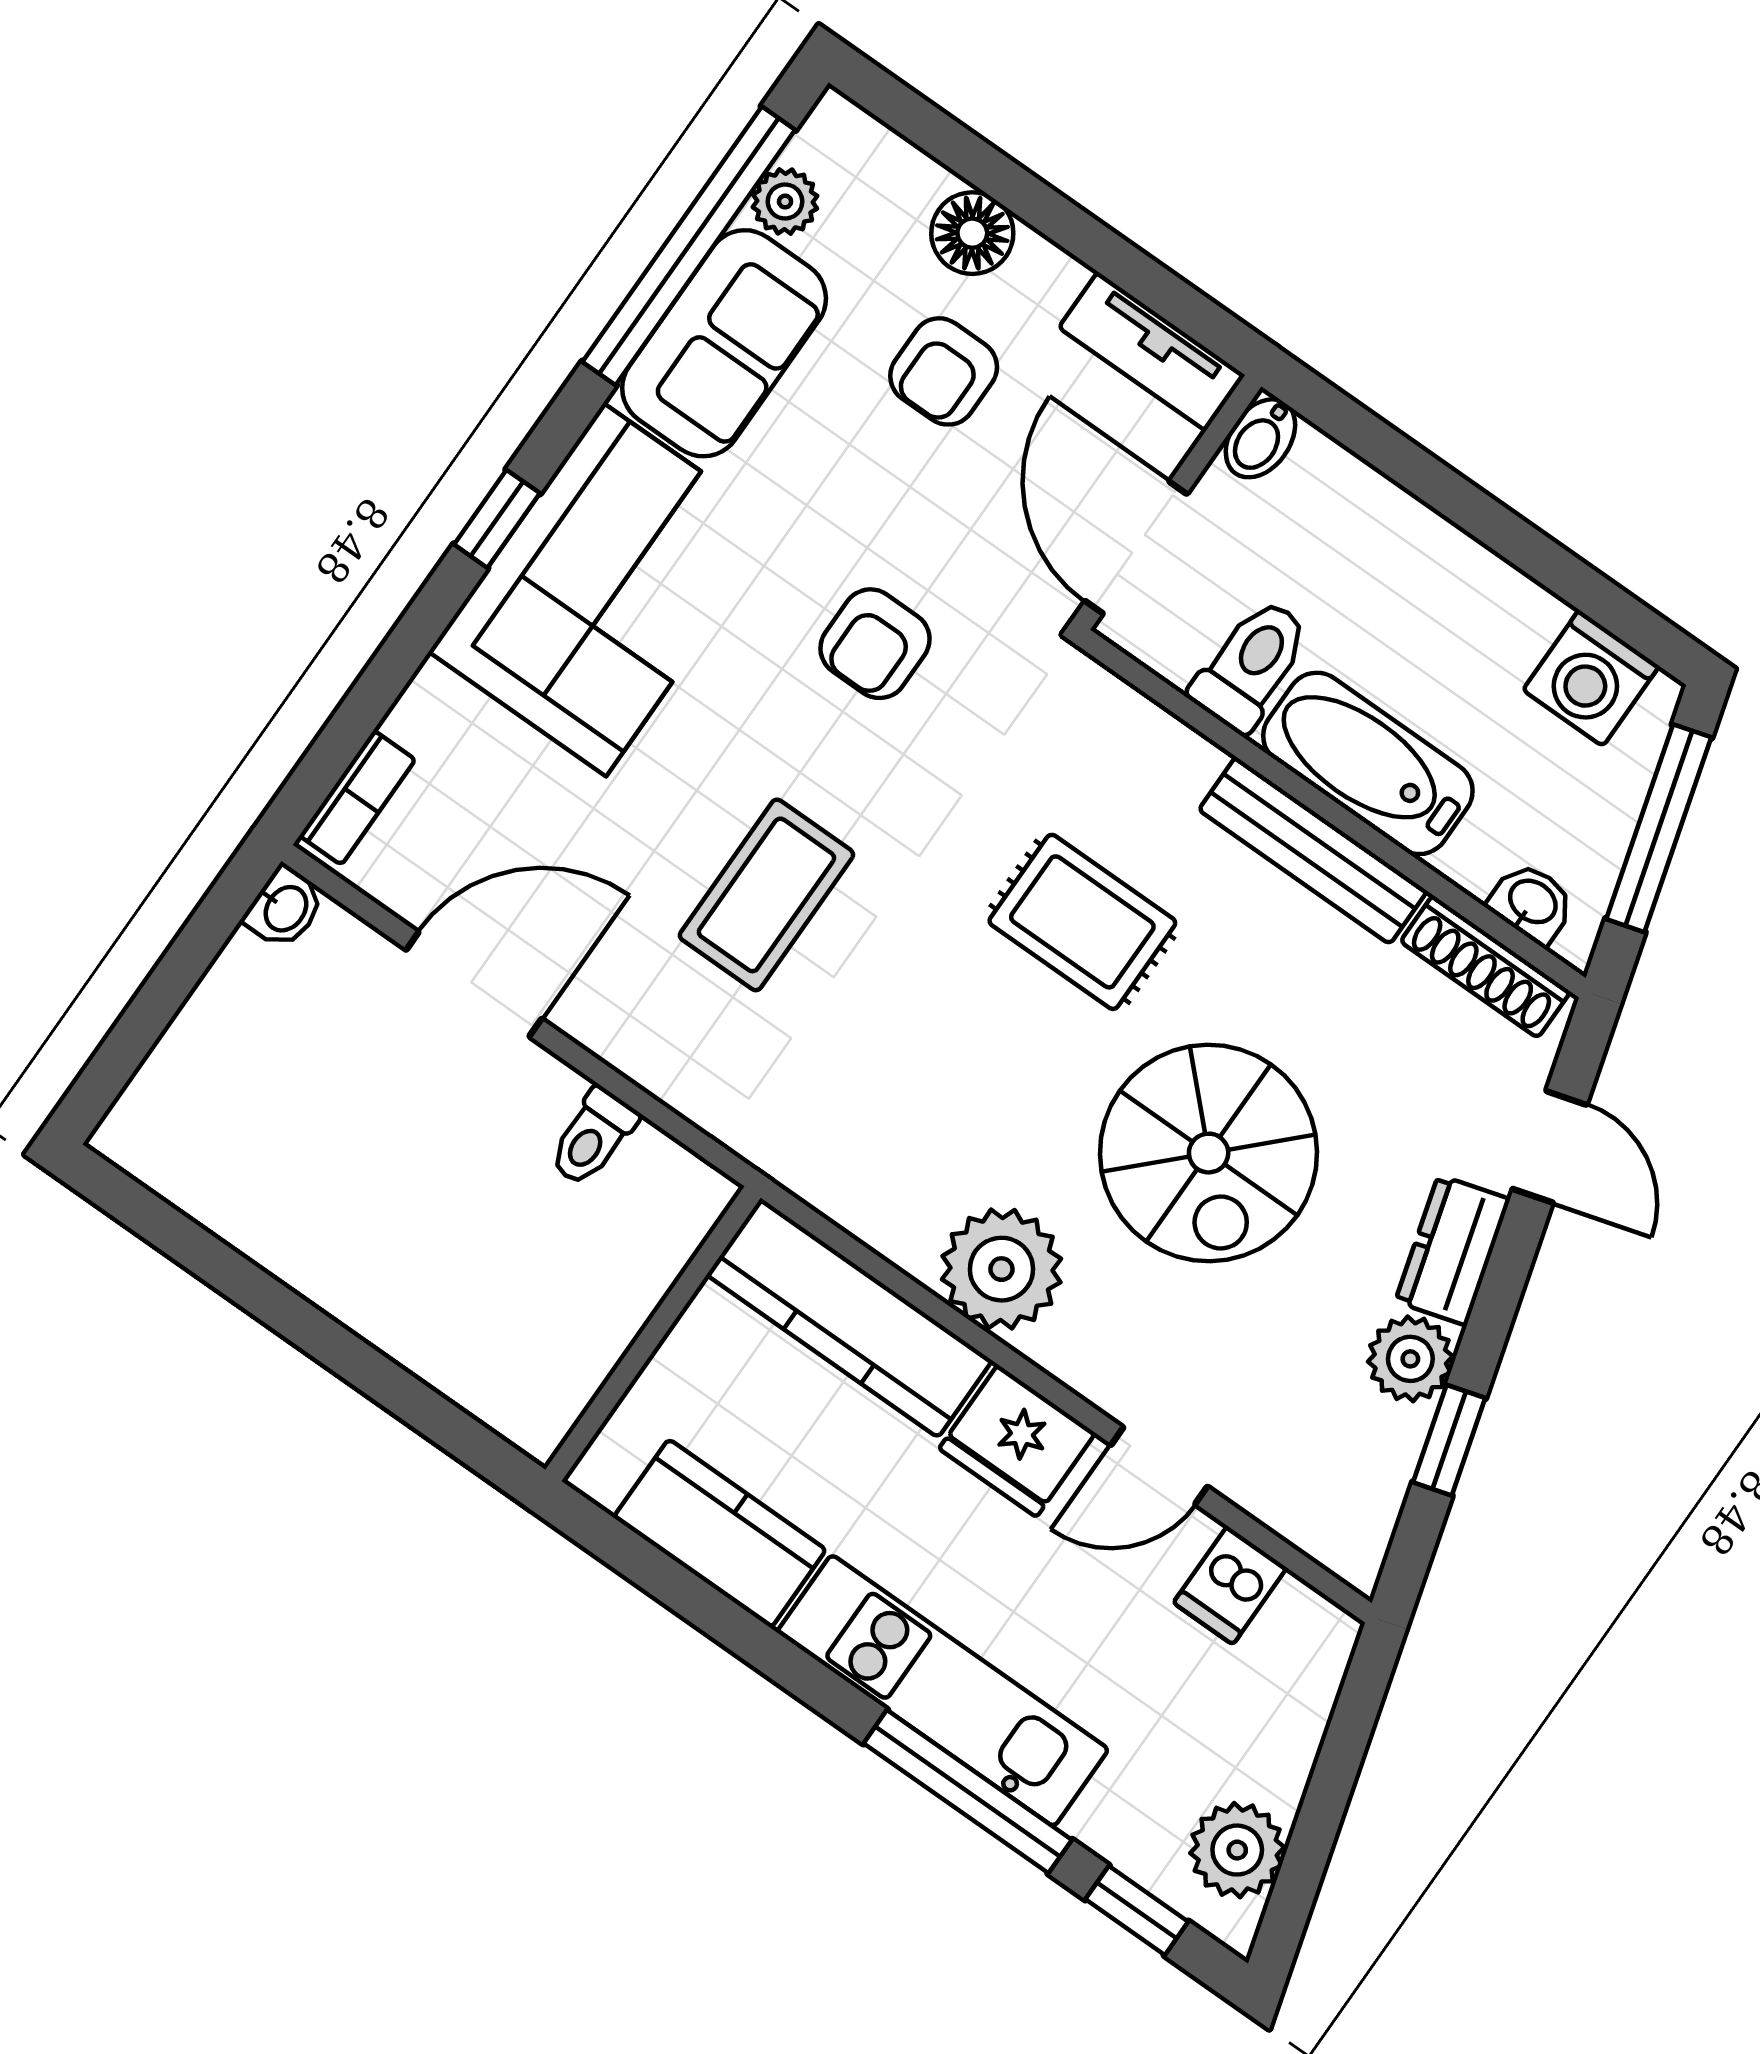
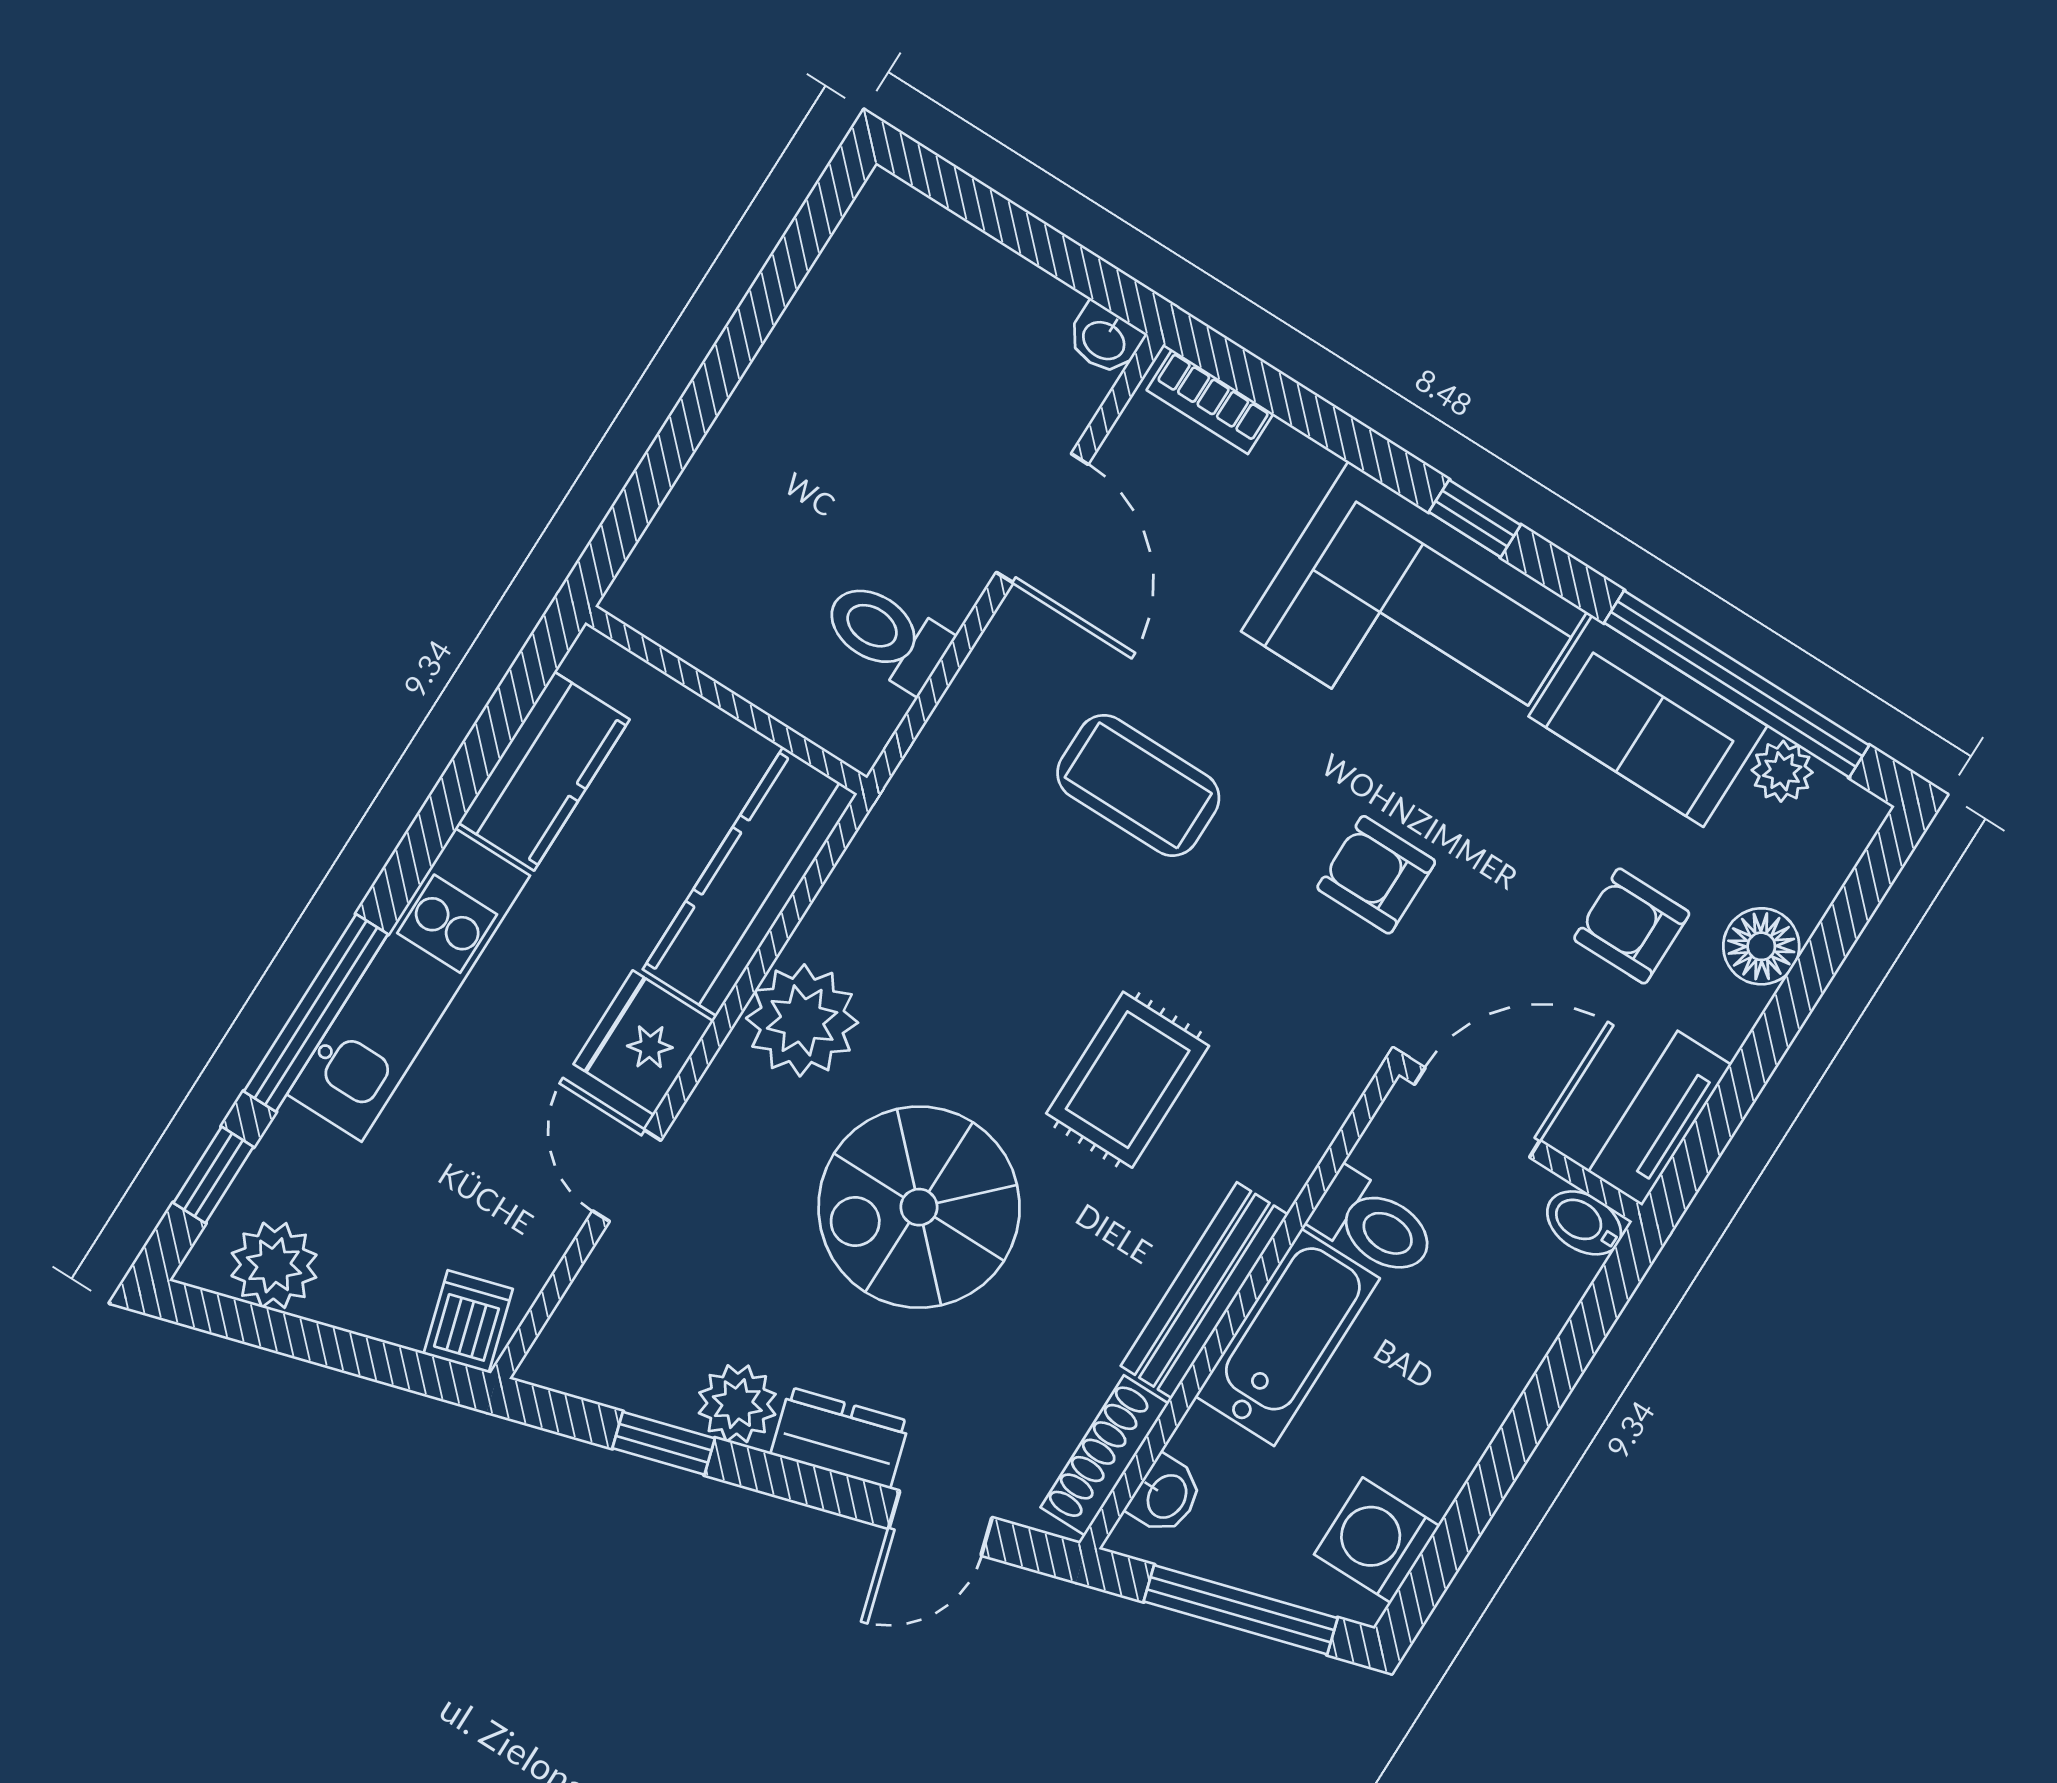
toilet: (593, 1137) -> (886, 635), width x1.37, depth x1.39
dishwasher: (1230, 1585) -> (468, 1322), moved, turned 74

